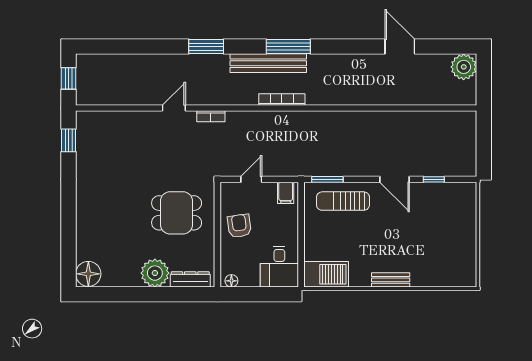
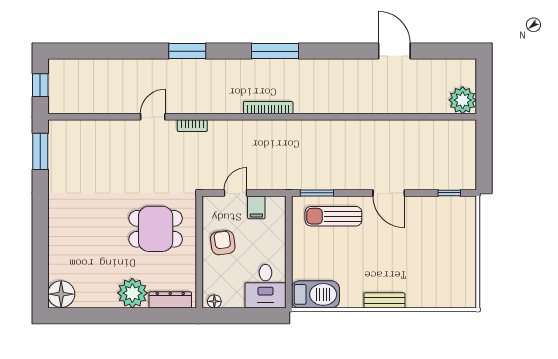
bench: (268, 63) -> (254, 69), removed
plant: (464, 67) -> (463, 100), moved
window: (69, 140) -> (40, 151), width x1.50
window: (434, 179) -> (449, 193), moved
filing cabinet: (286, 193) -> (256, 207), moved

